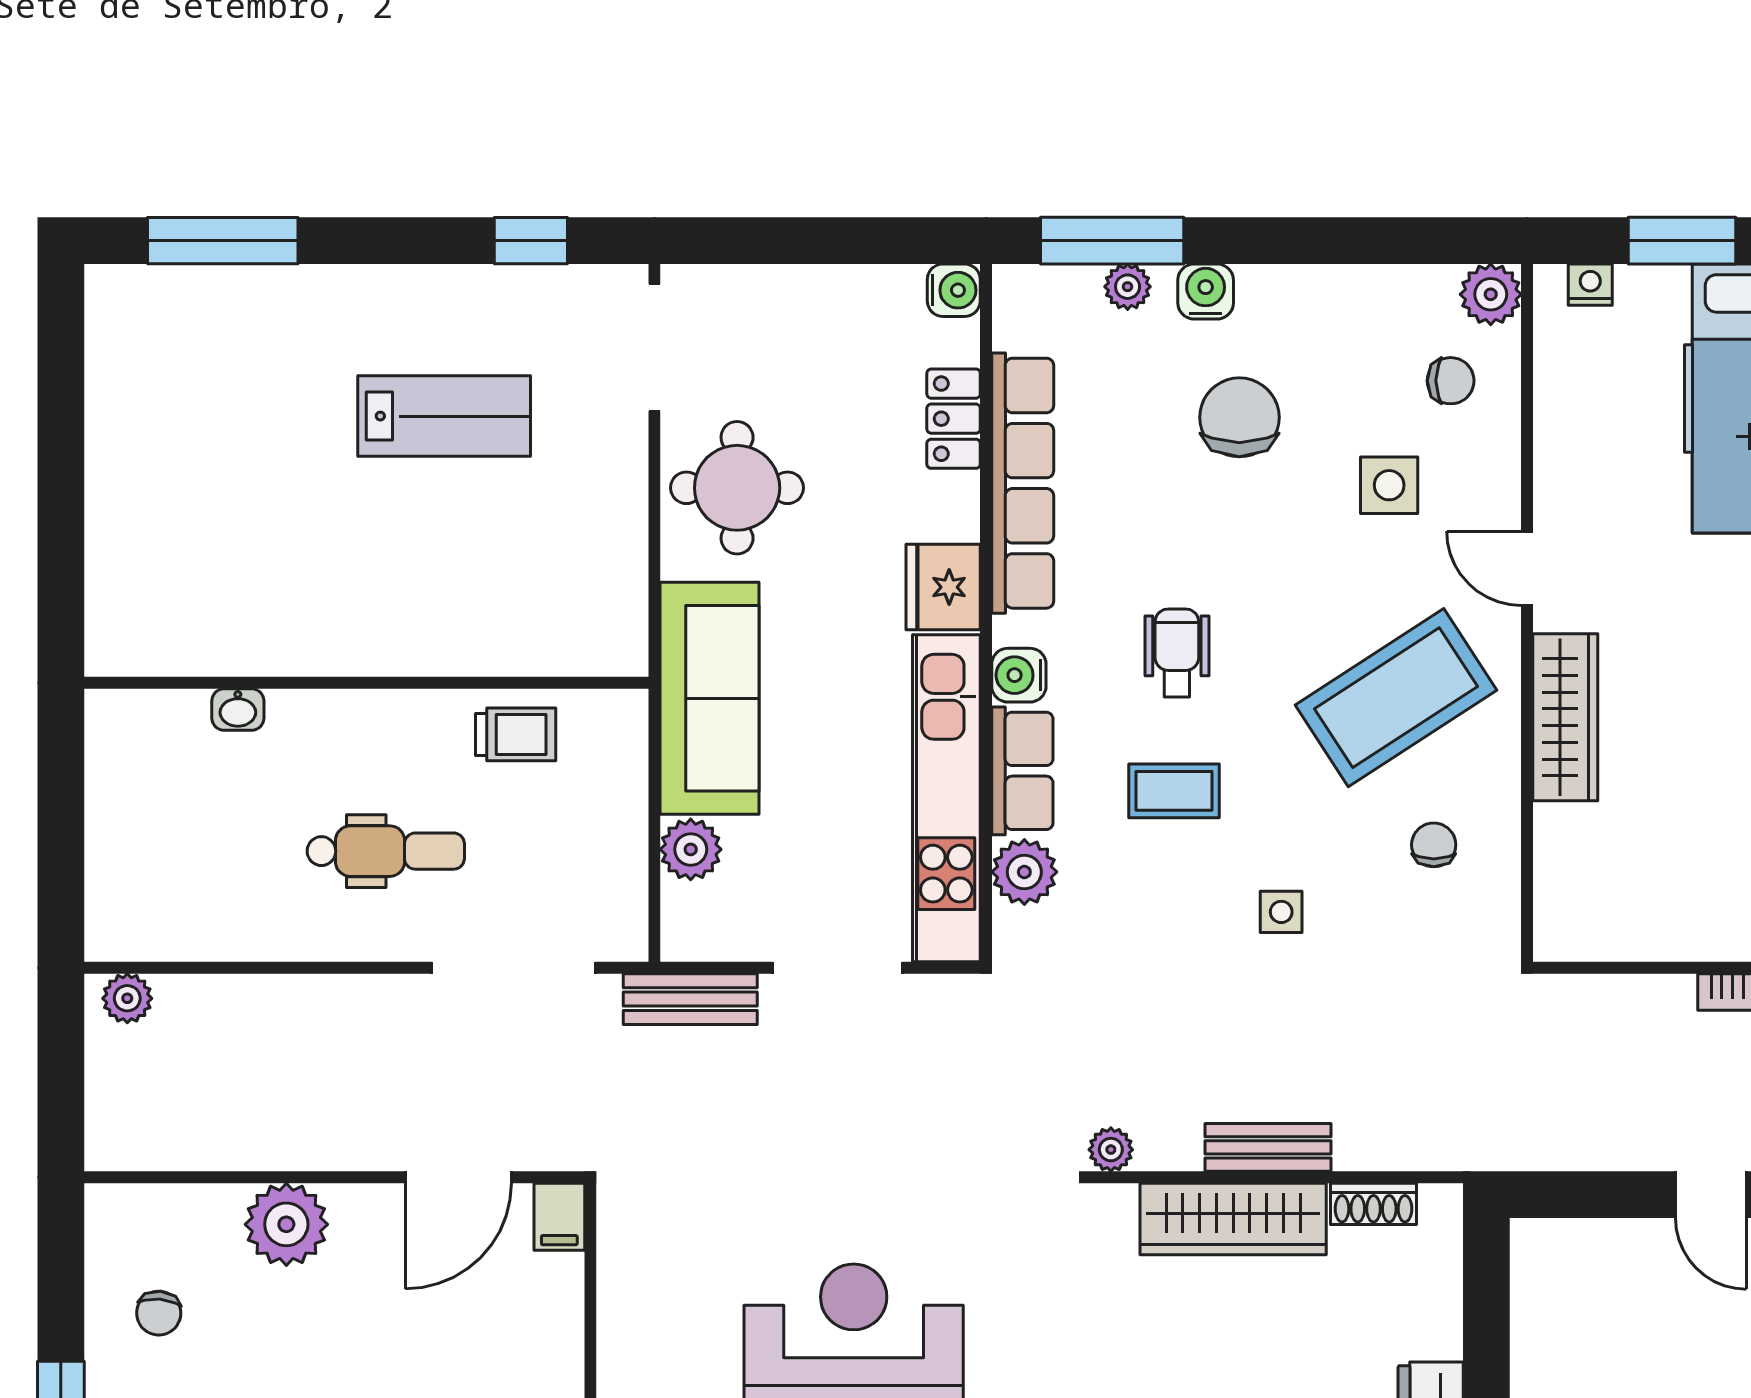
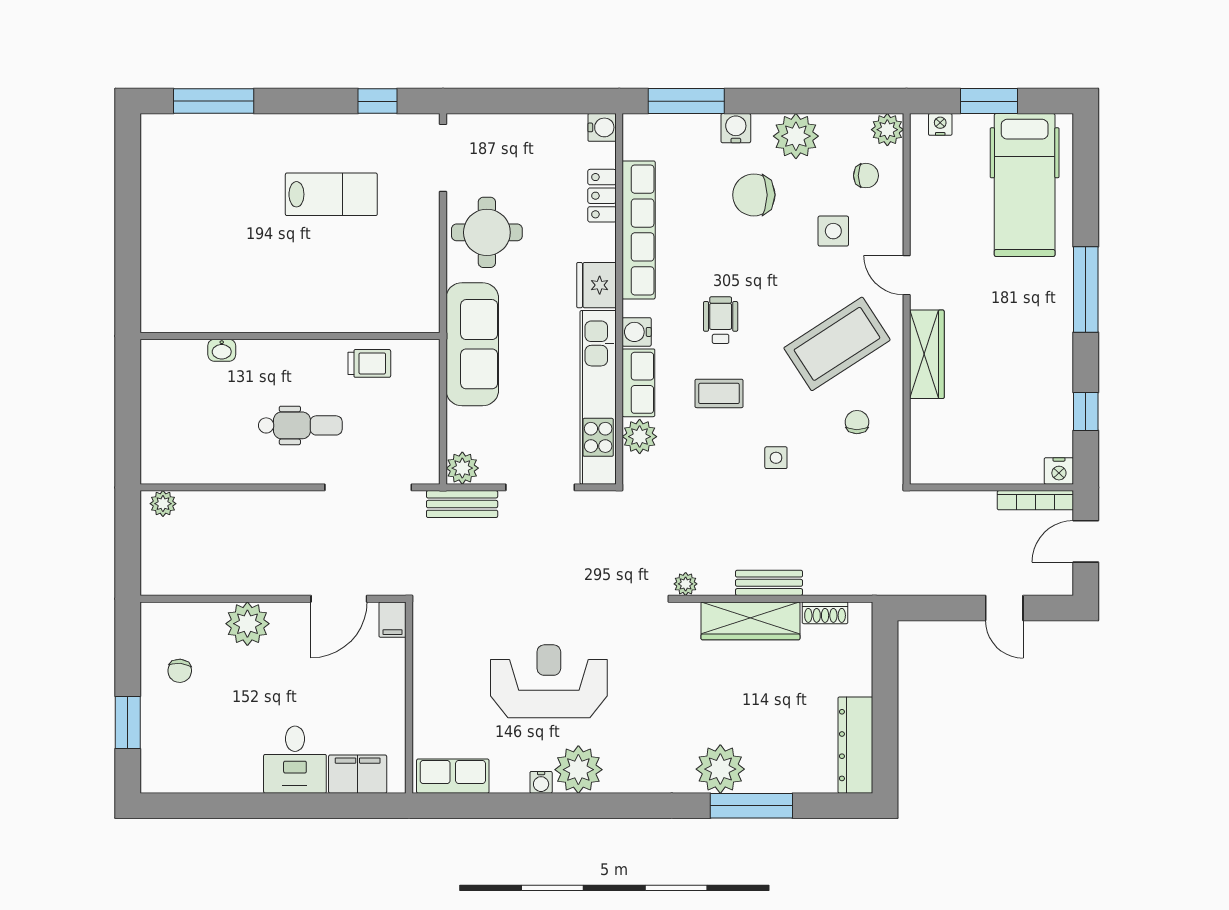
plant: (1128, 287) -> (796, 136), moved, width x1.88, depth x1.88
chair: (1239, 417) -> (754, 195), turned -90
plant: (691, 849) -> (462, 468), moved

